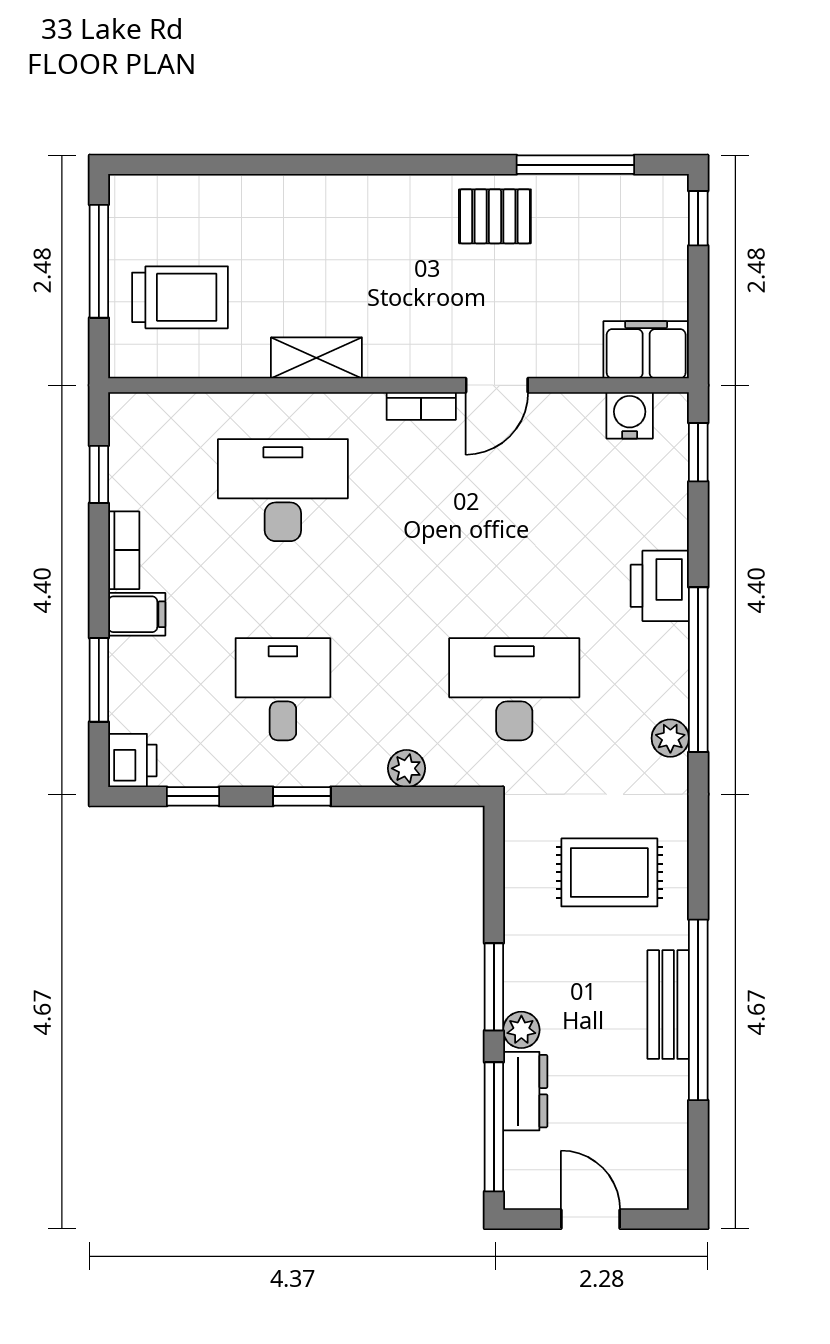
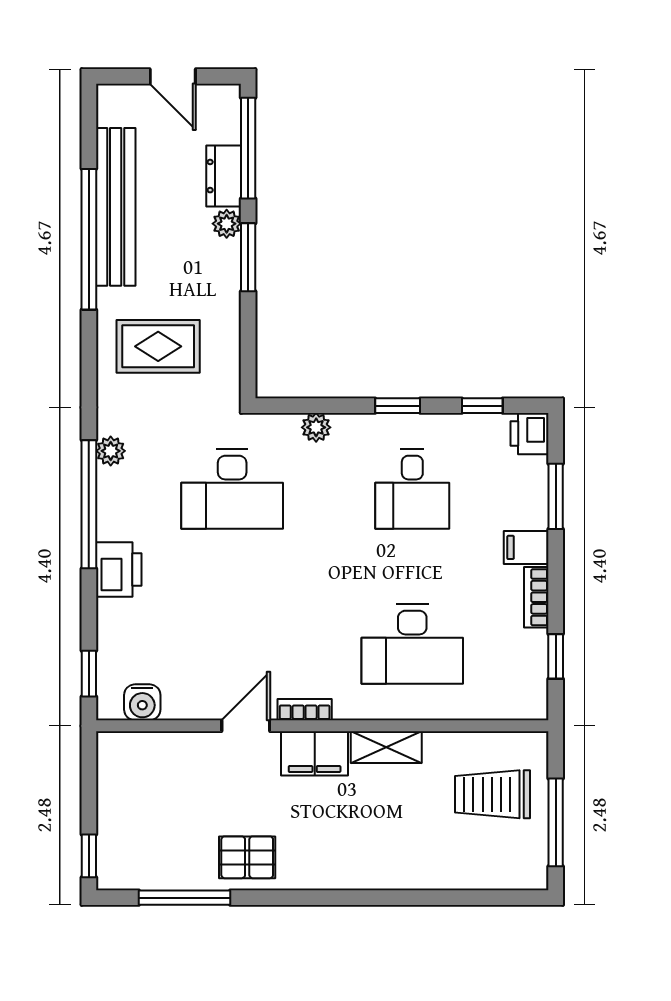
filing cabinet: (646, 350) -> (315, 753), moved
bench: (668, 1005) -> (116, 207), width x1.86, depth x1.21

